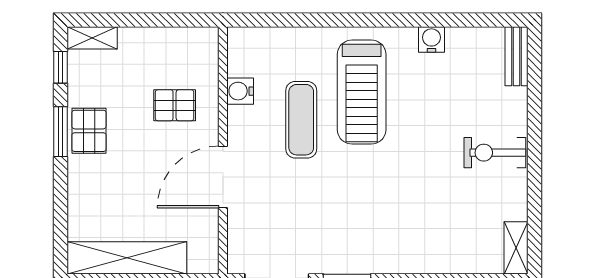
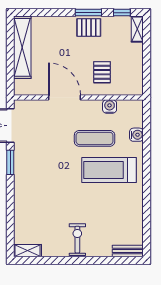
water cooler: (431, 40) -> (136, 135), moved

